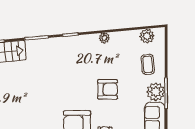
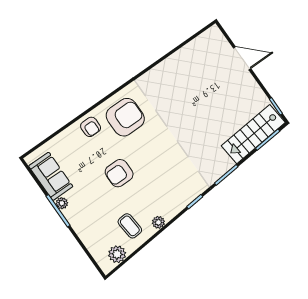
coffee table: (148, 64) -> (130, 226), moved
plant: (156, 92) -> (62, 203), width x0.53, depth x0.53

